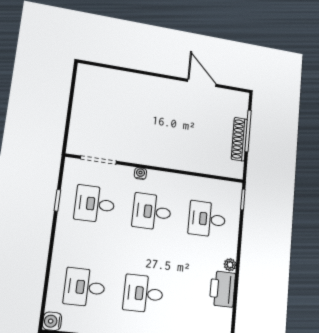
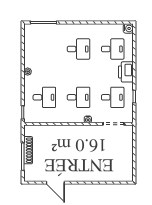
printer: (222, 289) -> (126, 72), moved, turned 180

